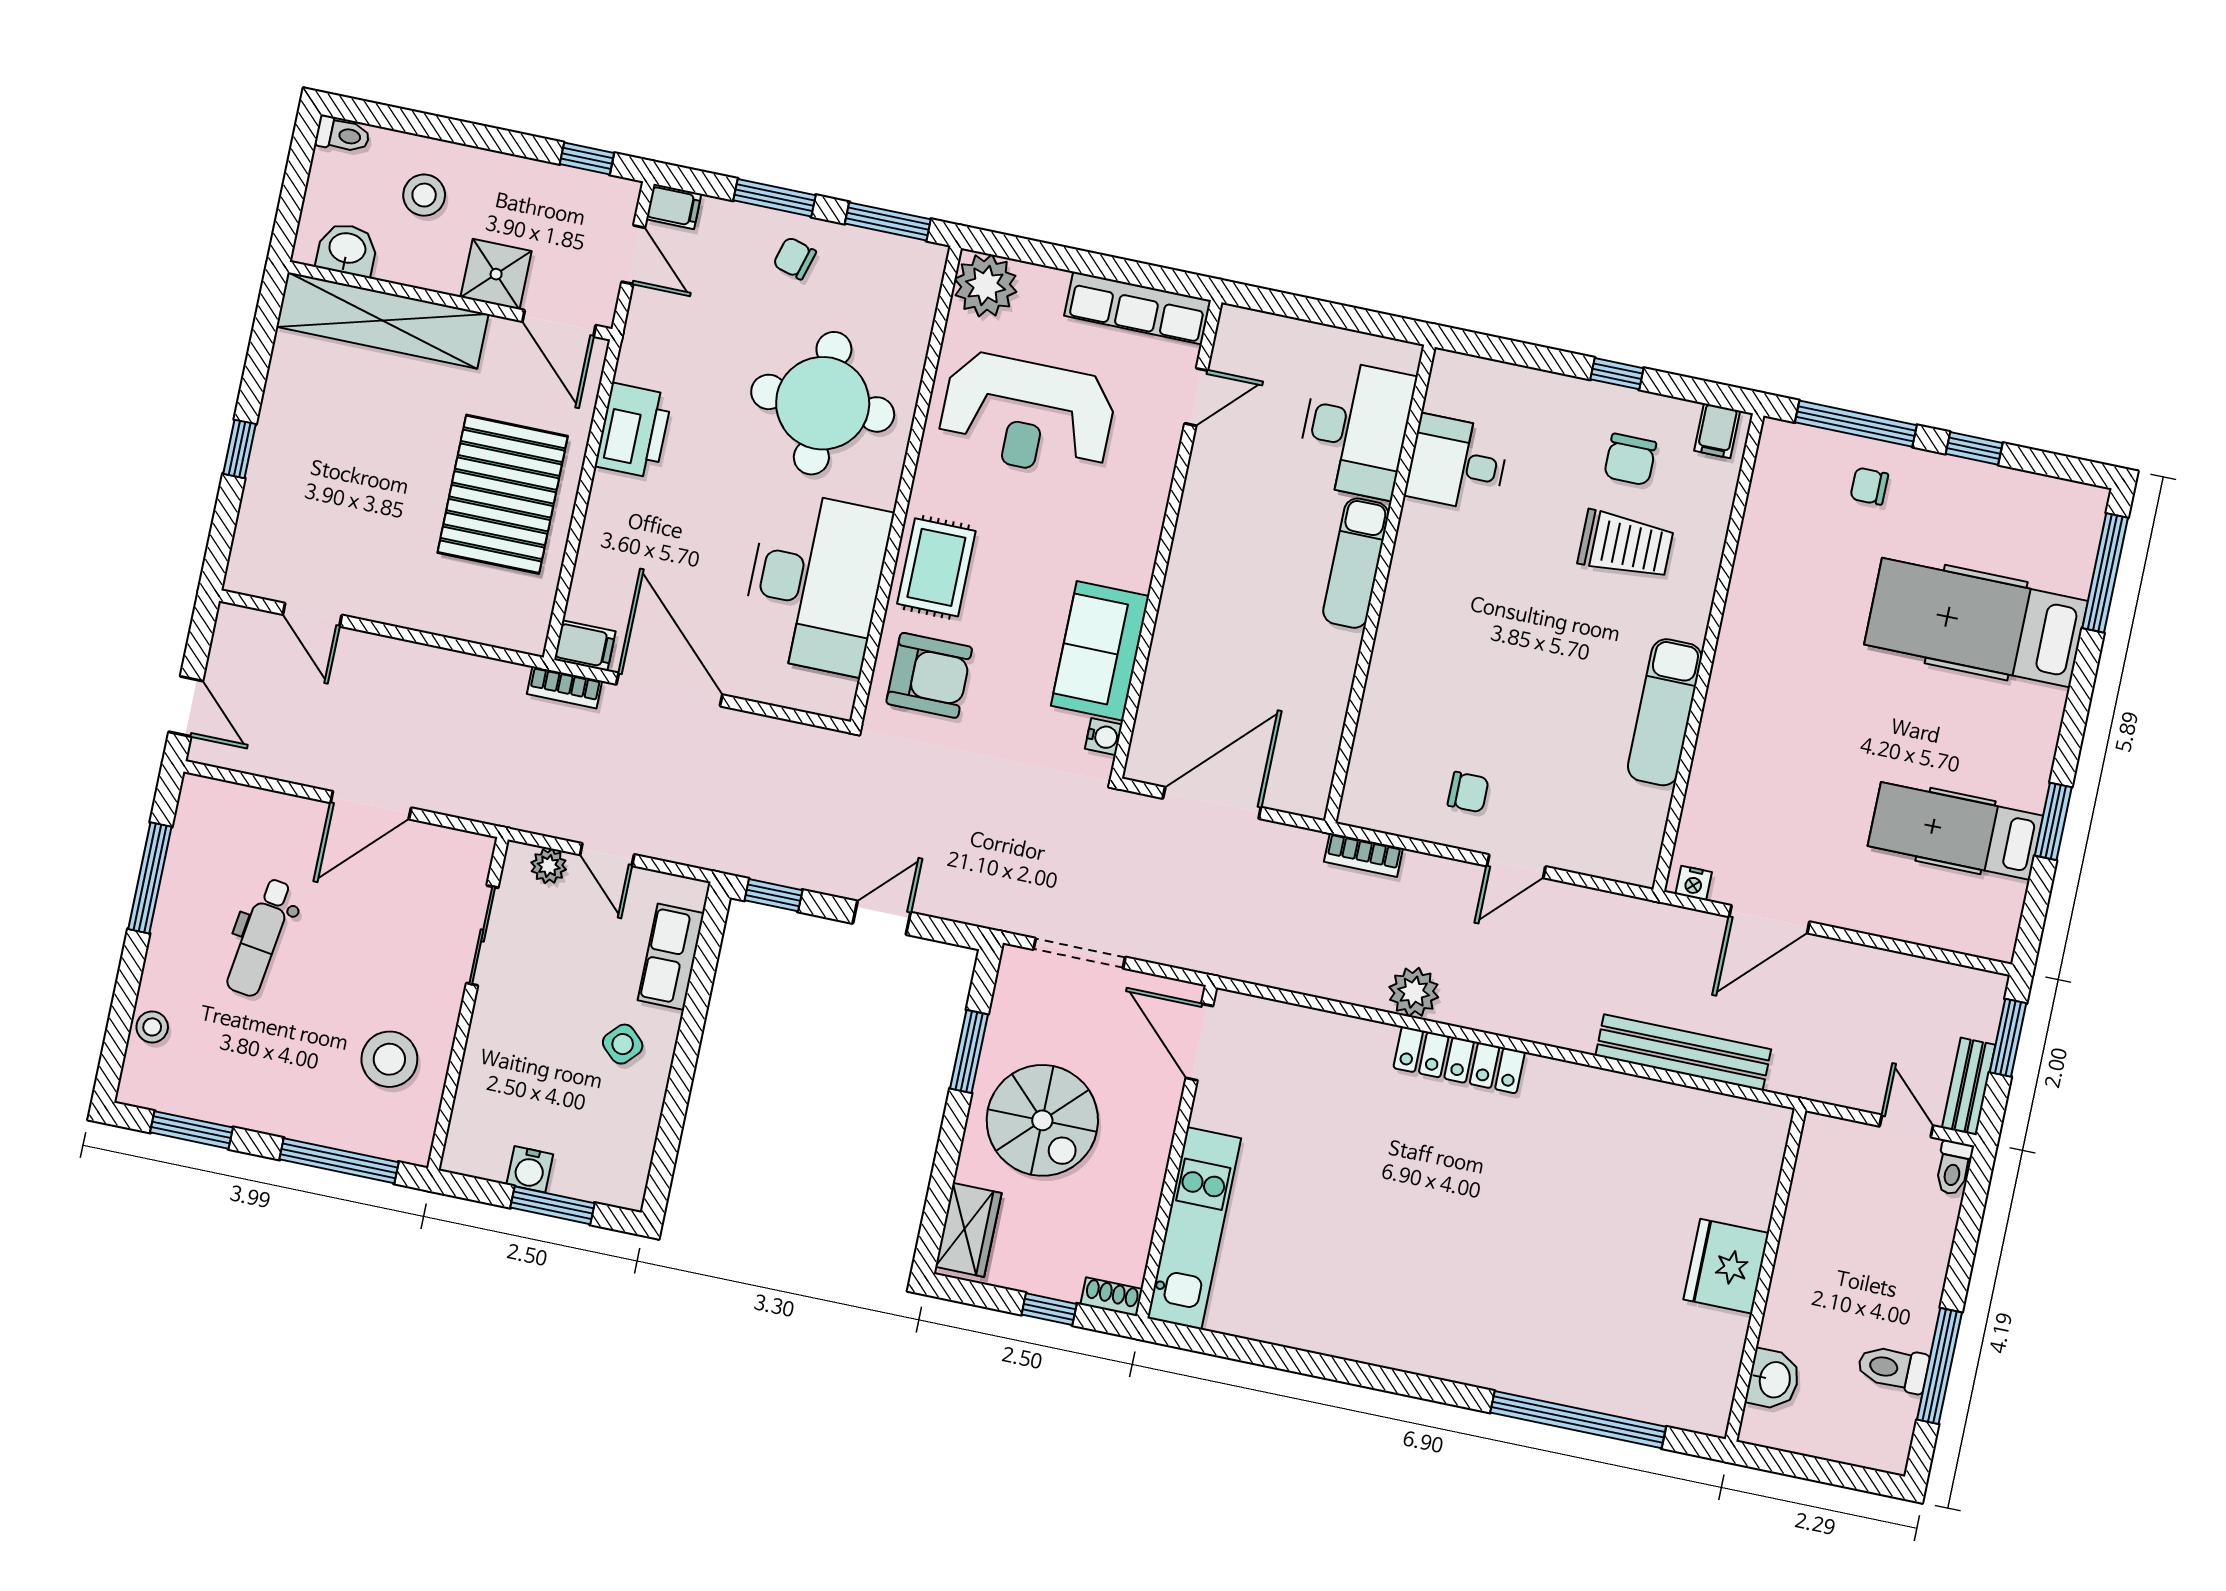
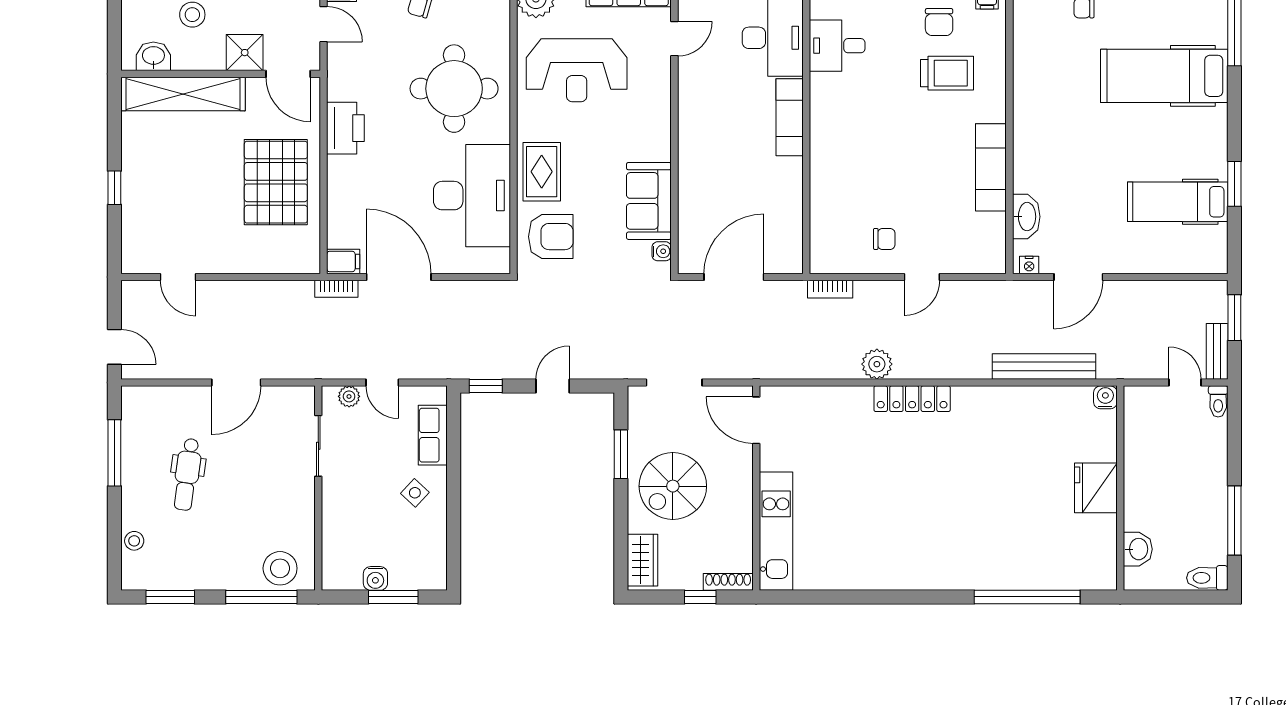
washbasin: (1705, 804) -> (1026, 217), added
stool: (389, 1059) -> (280, 568), moved
spiral stairs: (1042, 1120) -> (673, 486), turned 90
water cooler: (1772, 1123) -> (1105, 397), added
shoe rack: (1112, 1297) -> (728, 582), width x1.43
toilet: (1893, 1368) -> (1207, 578), moved

